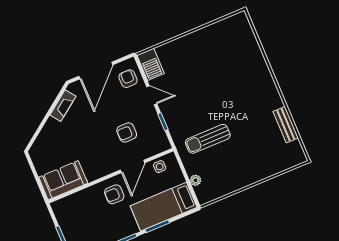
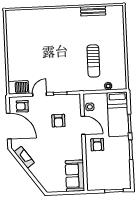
sun lounger: (208, 139) -> (93, 61), moved

